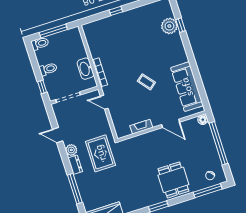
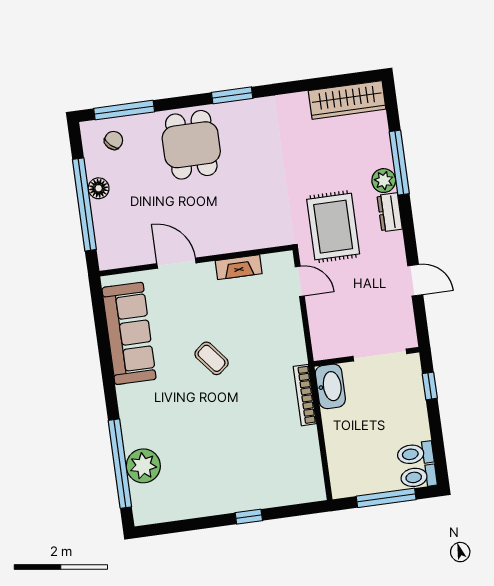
window: (180, 25) -> (120, 464), width x3.17
toilet: (48, 69) -> (415, 454), moved
washbasin: (85, 69) -> (330, 386), moved
door: (104, 102) -> (300, 281), moved
floor lamp: (203, 120) -> (99, 188), moved
plant: (71, 150) -> (384, 181), moved

